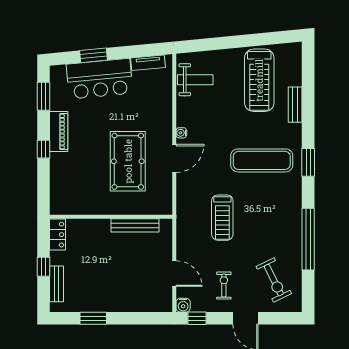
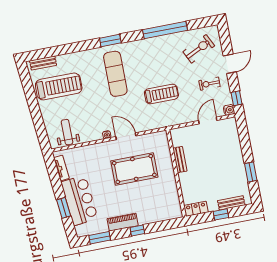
bench: (295, 105) -> (43, 63), moved
bench: (135, 225) -> (180, 160), width x0.73

